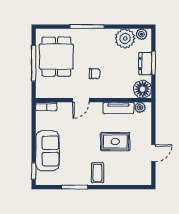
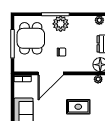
plant: (125, 38) -> (61, 24), moved
door: (81, 100) -> (51, 73), width x1.87
tv unit: (118, 108) -> (81, 80), removed

